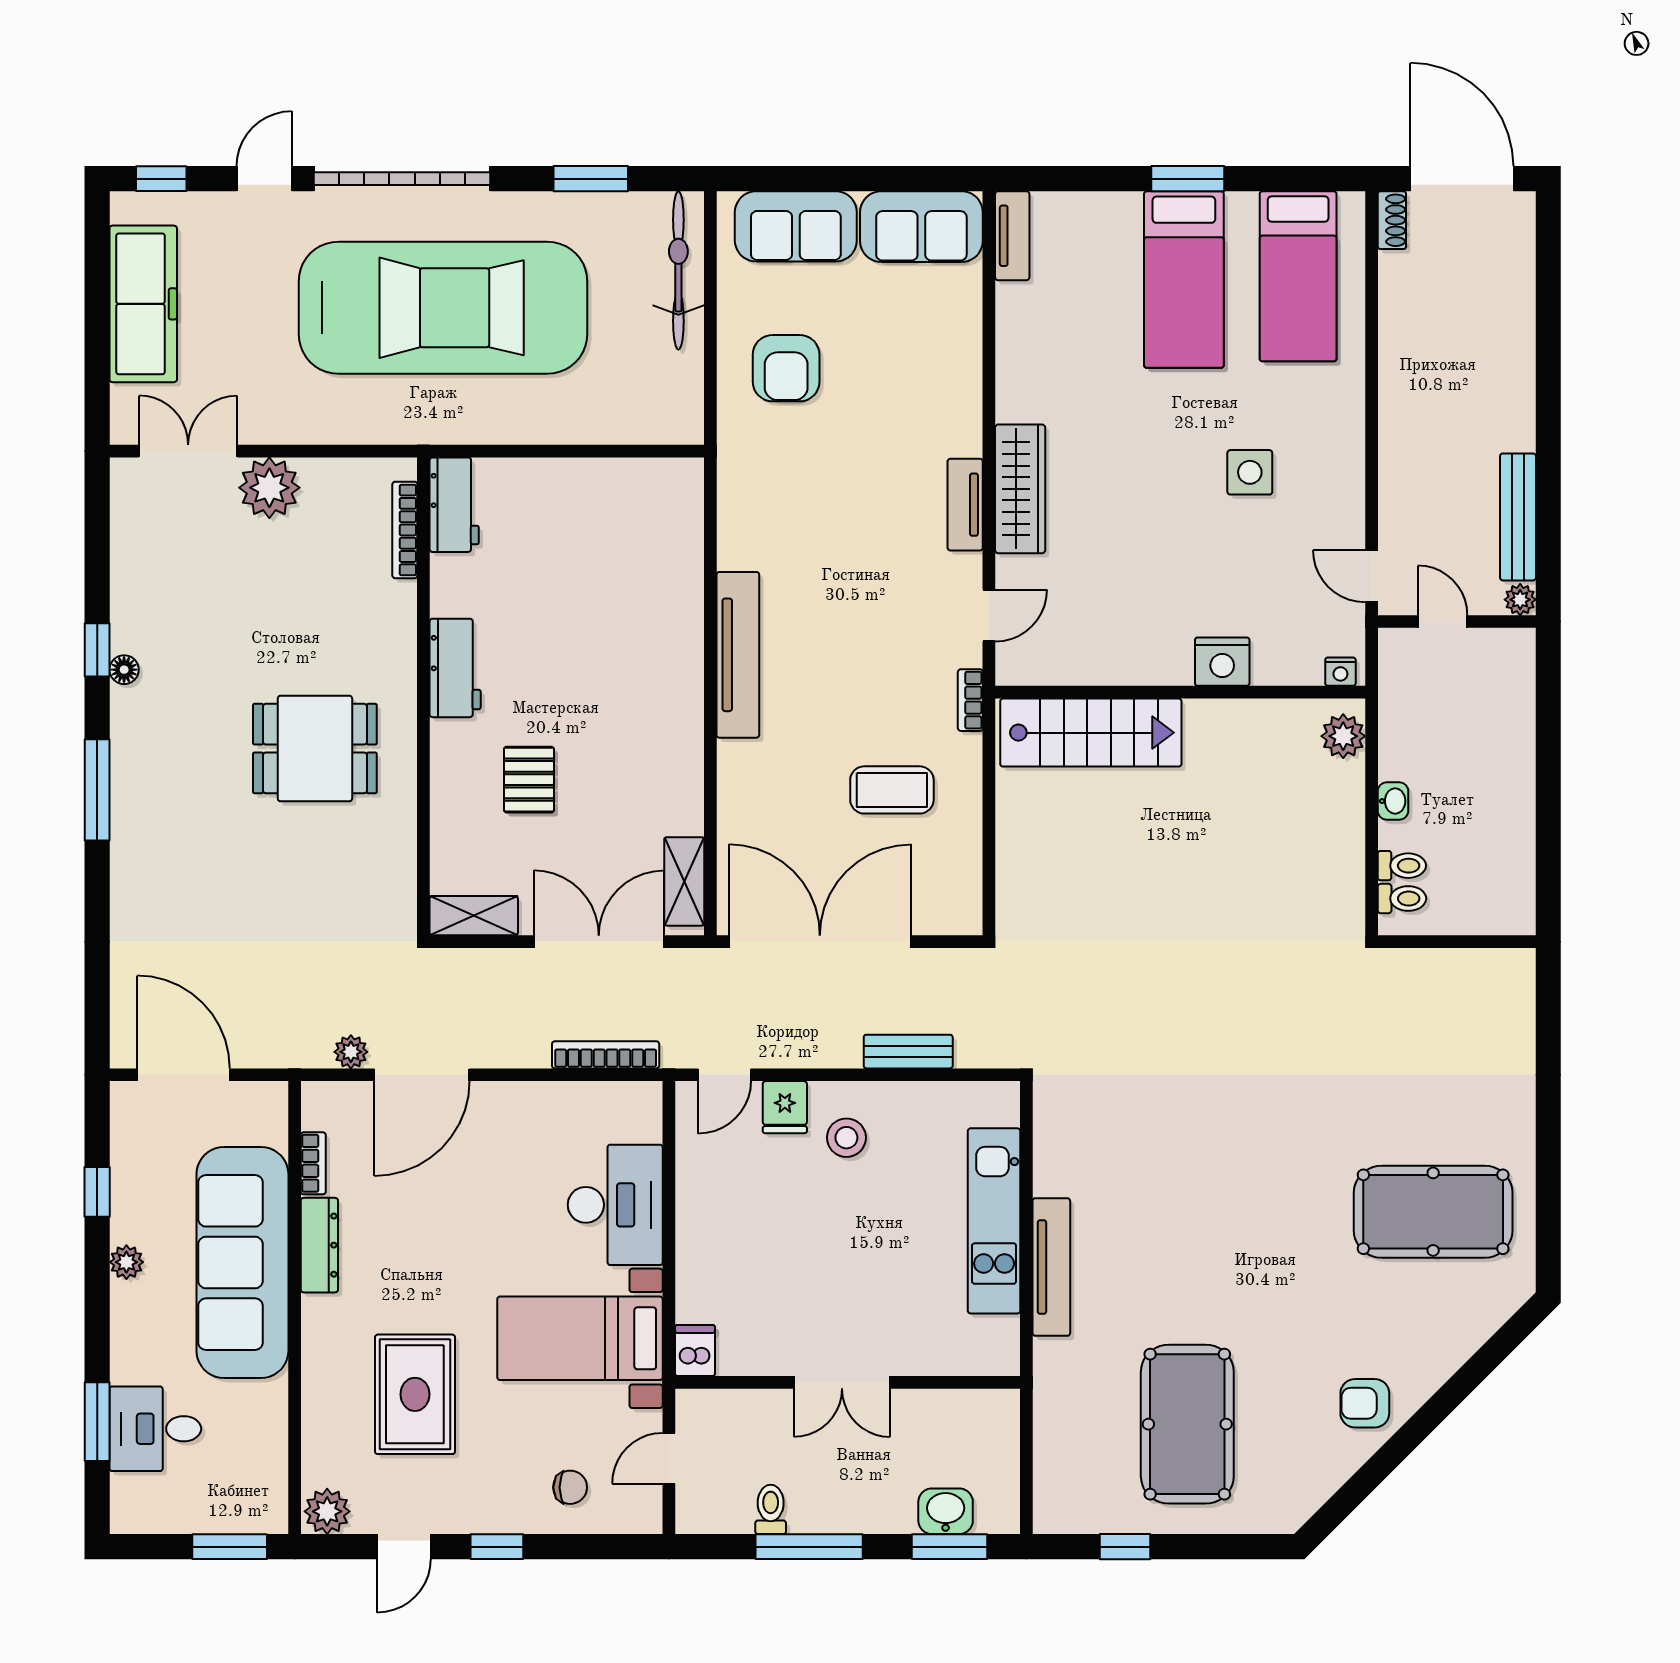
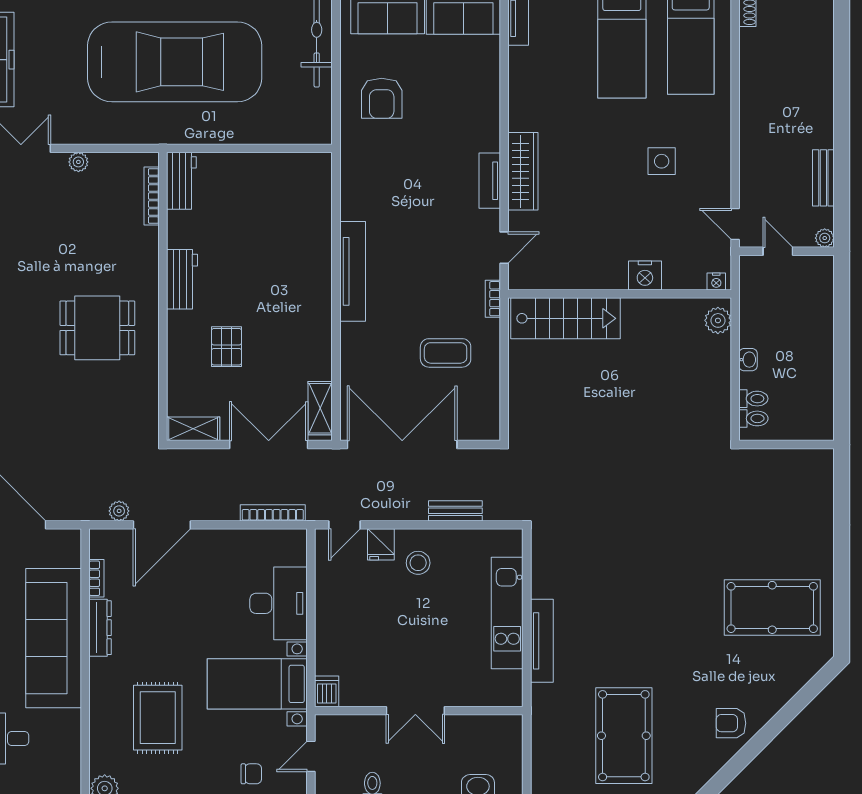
plant: (269, 488) -> (78, 162), width x0.53, depth x0.53
bench: (1518, 517) -> (823, 178), width x0.73

